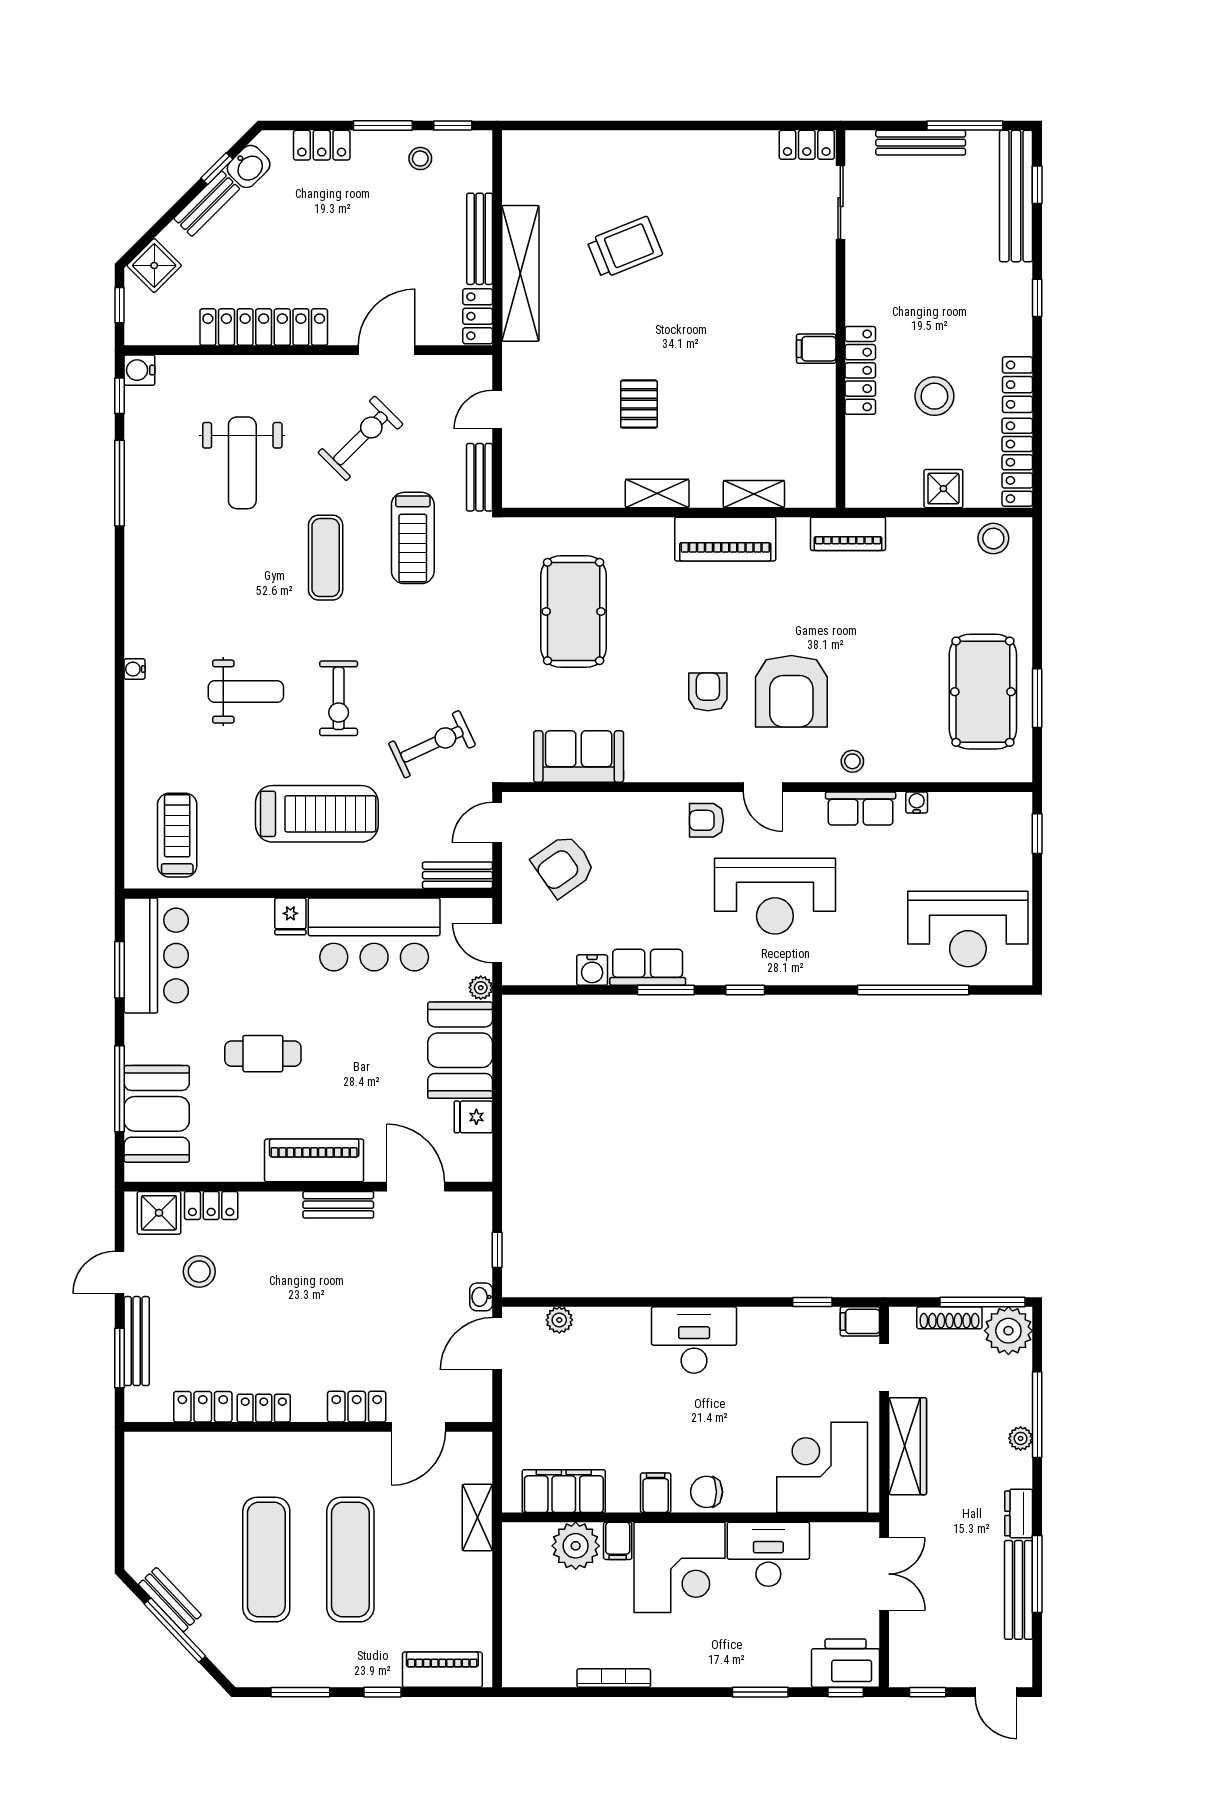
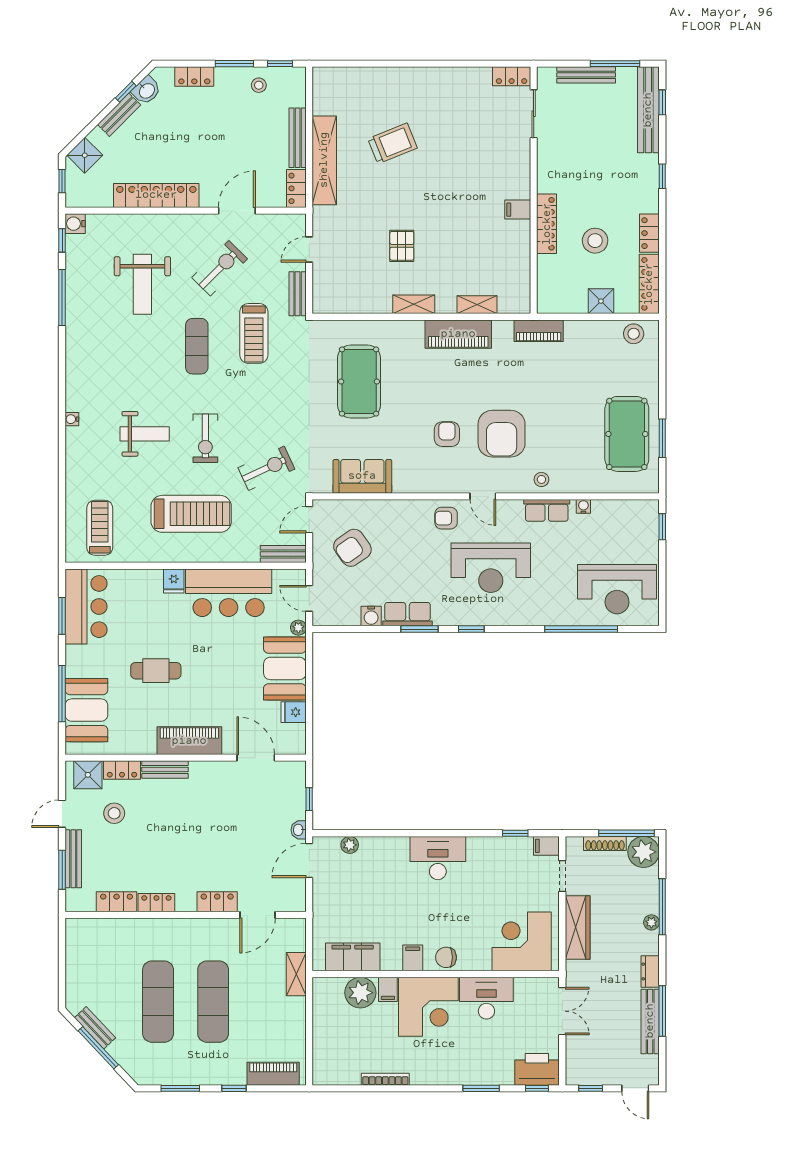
bench: (338, 1205) -> (165, 770), moved

